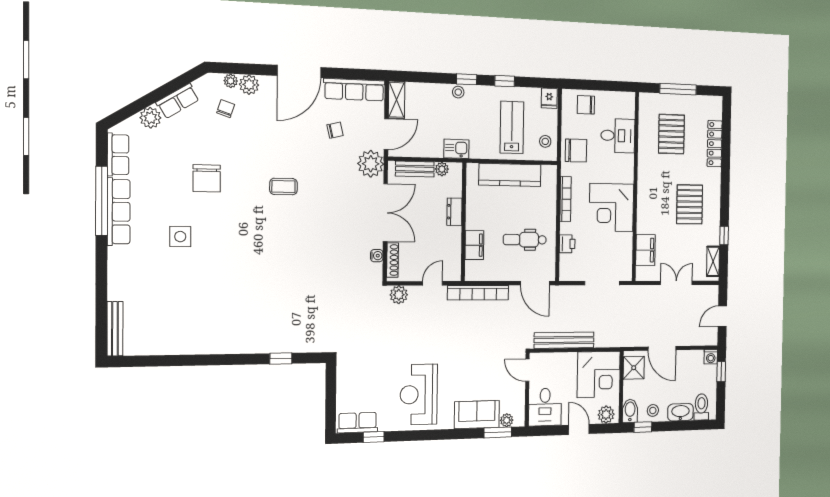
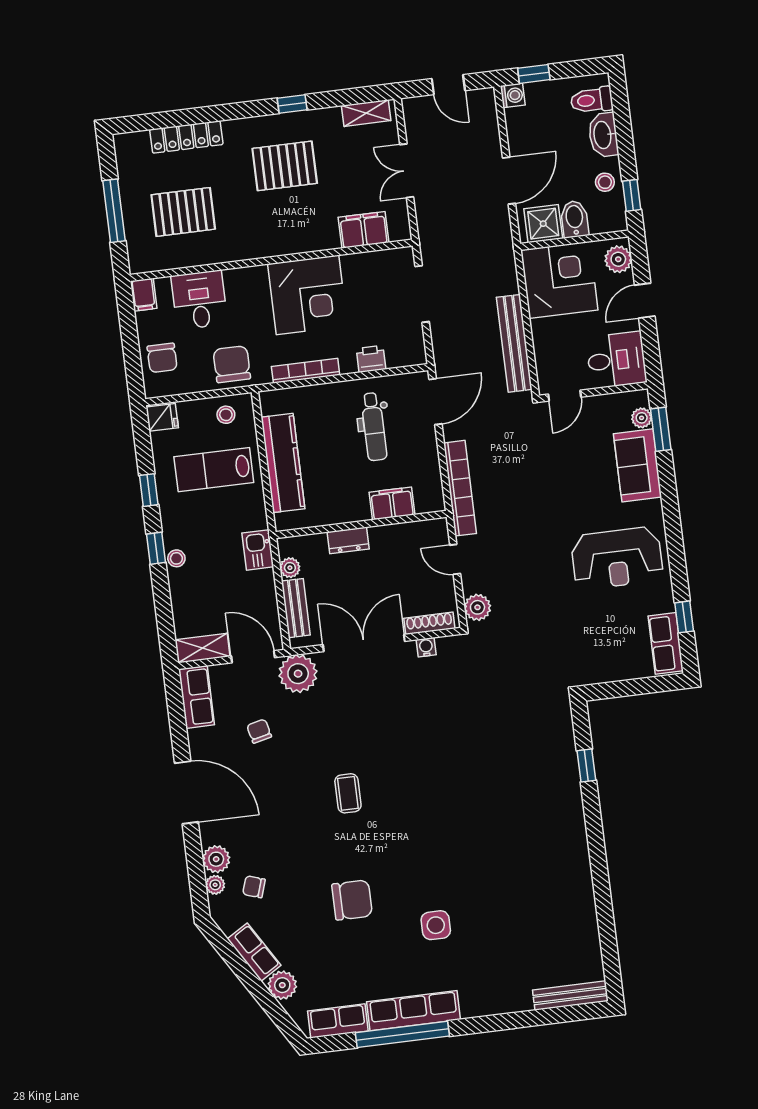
row of seats: (354, 90) -> (197, 697), width x0.68
filing cabinet: (626, 99) -> (144, 295), added
window: (724, 235) -> (292, 104), moved
bidet: (630, 411) -> (575, 219), moved, turned 90

